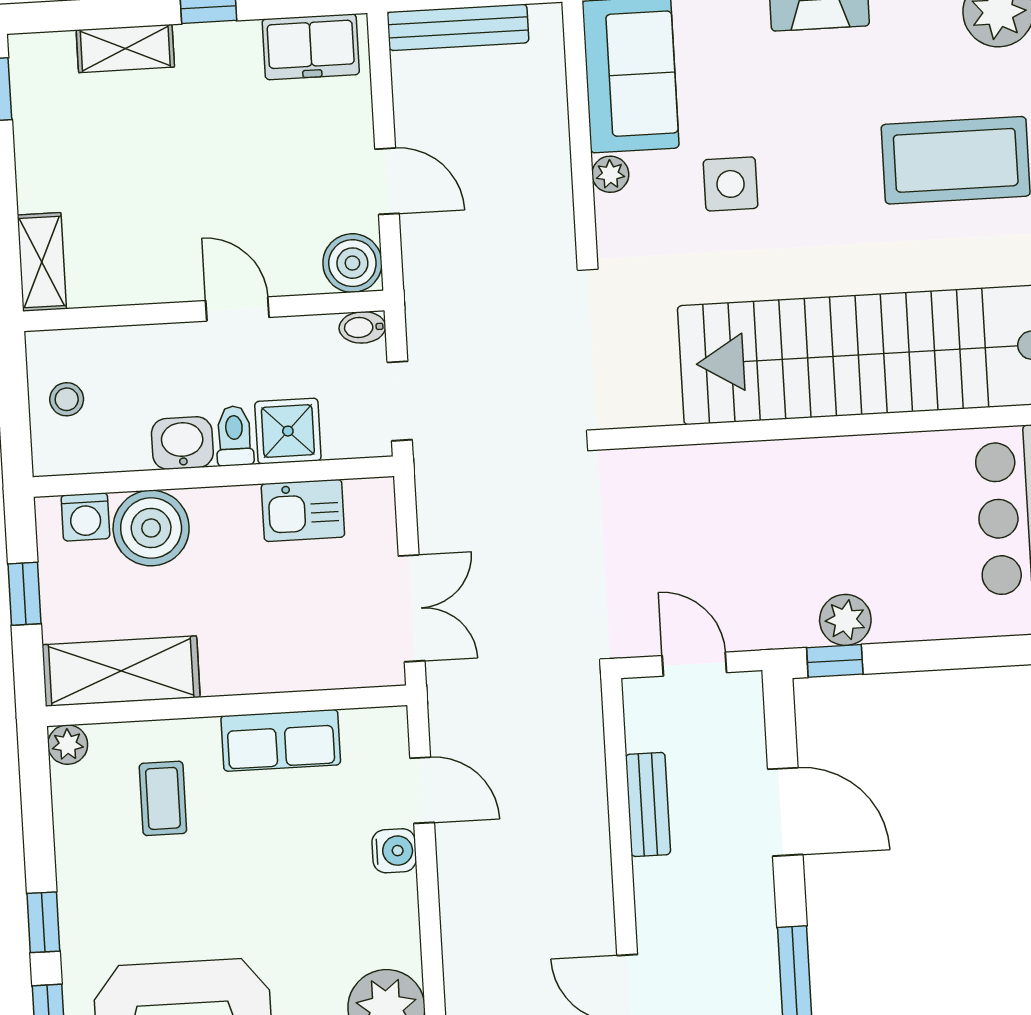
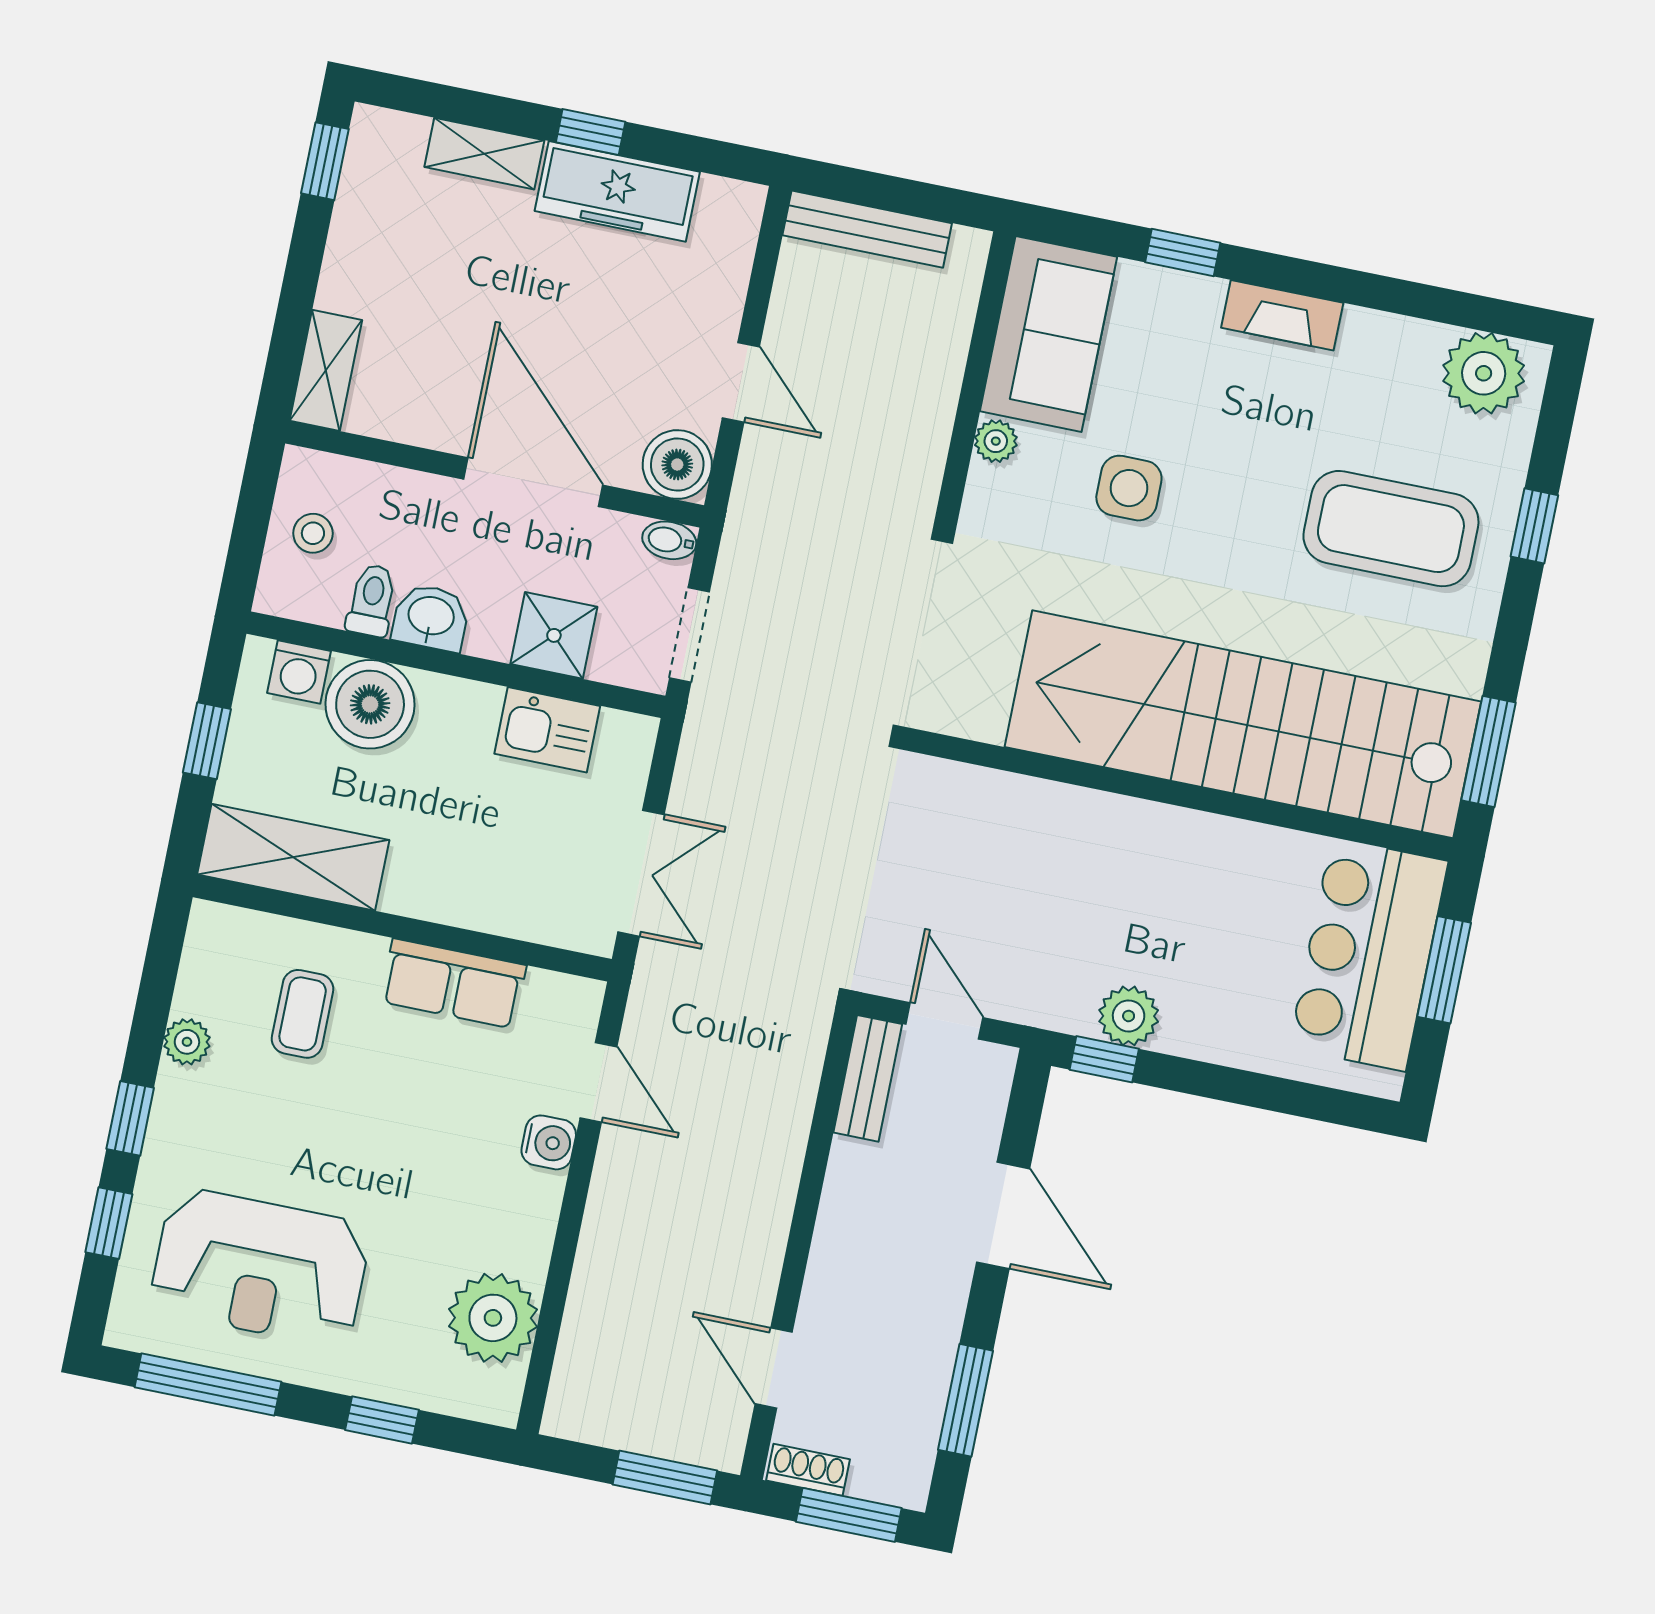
freezer: (311, 47) -> (617, 191), moved, width x1.40
door: (237, 309) -> (533, 482), width x1.88
toilet: (234, 436) -> (372, 600), moved
plant: (68, 745) -> (187, 1042), moved
bench: (648, 804) -> (868, 1078), moved

